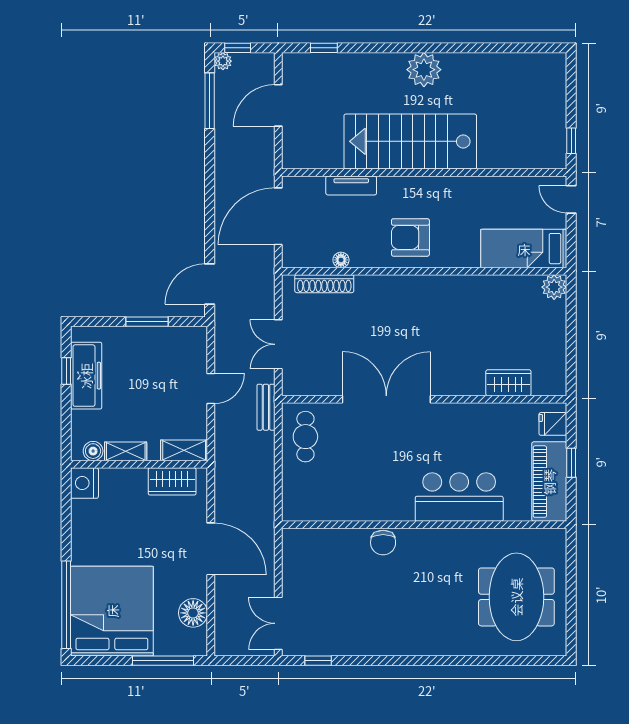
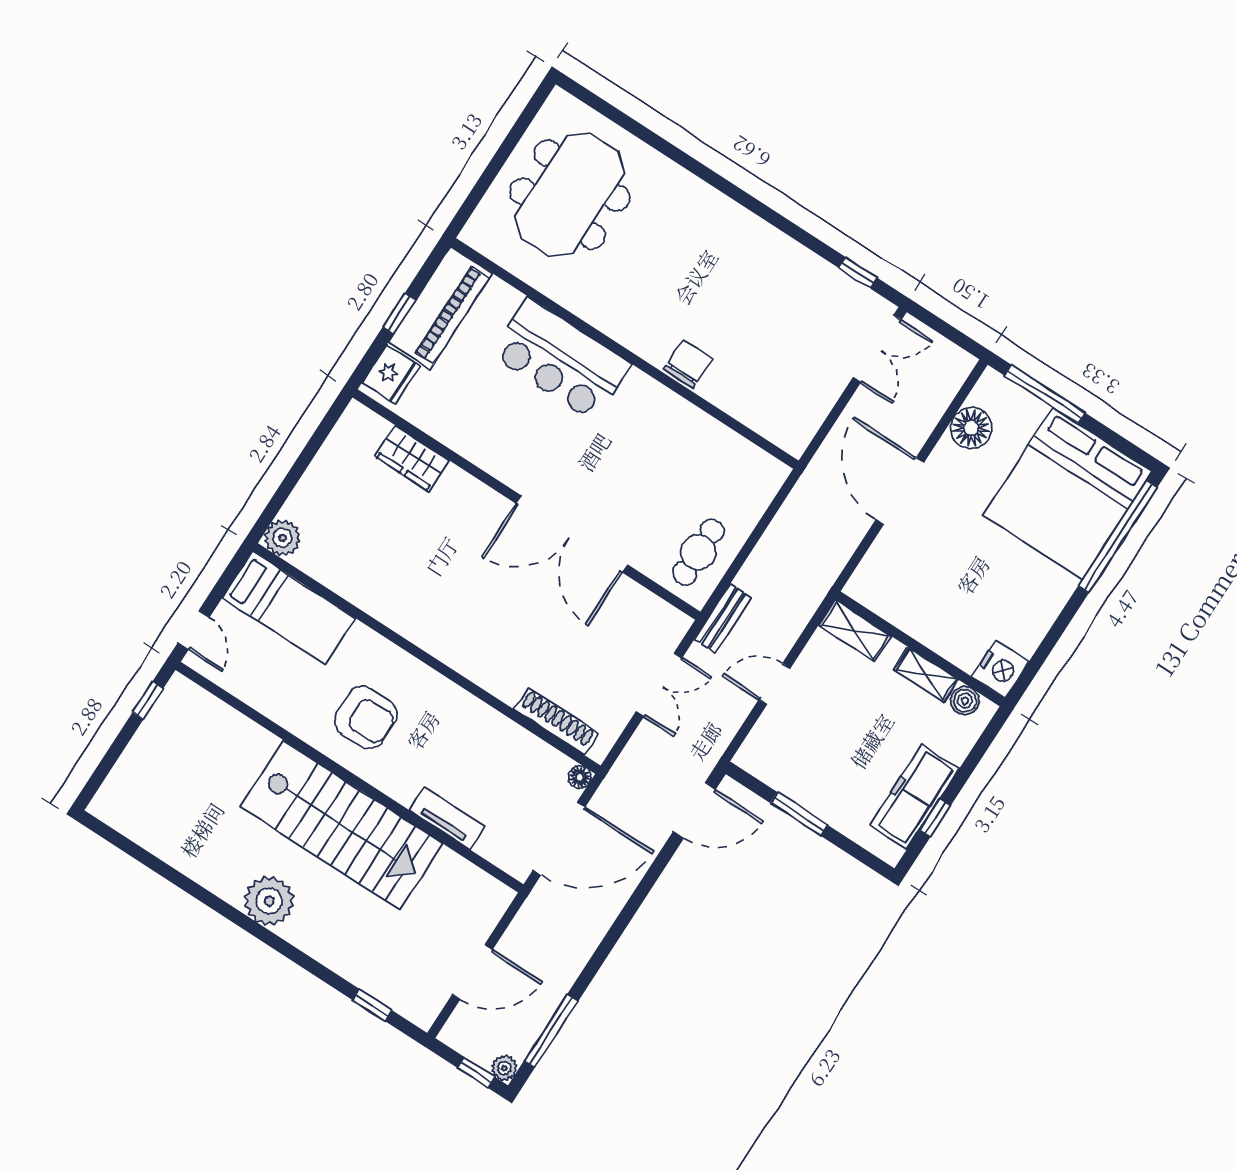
armchair: (410, 237) -> (366, 717), moved
floor lamp: (341, 260) -> (580, 777), moved
fridge: (553, 424) -> (391, 374), width x1.38
wardrobe: (172, 481) -> (894, 602), removed

